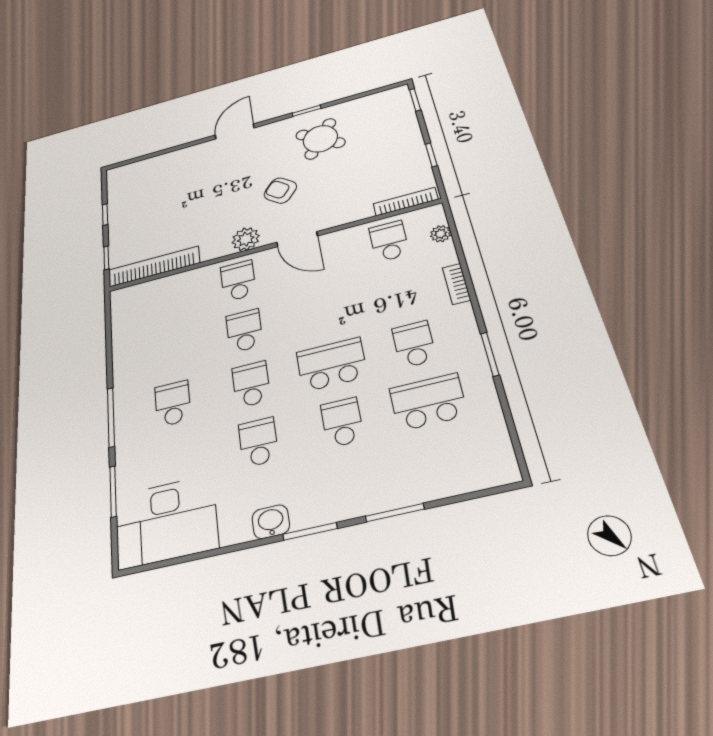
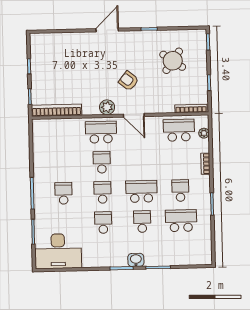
round table: (320, 139) -> (173, 61), moved
school desk: (389, 241) -> (179, 130), width x1.85
school desk: (238, 281) -> (101, 132), width x1.85
washbasin: (271, 522) -> (136, 260), moved

